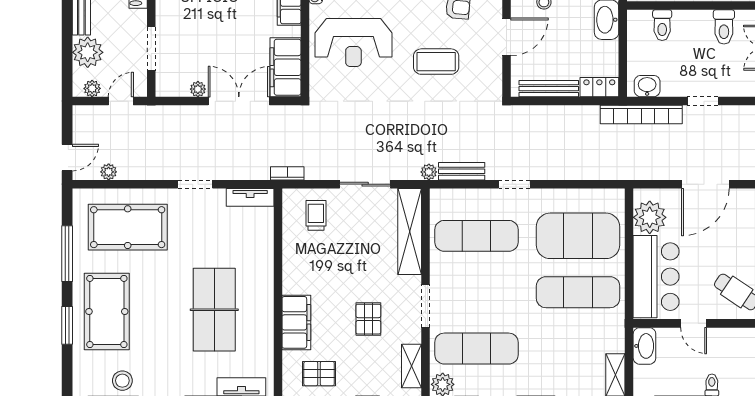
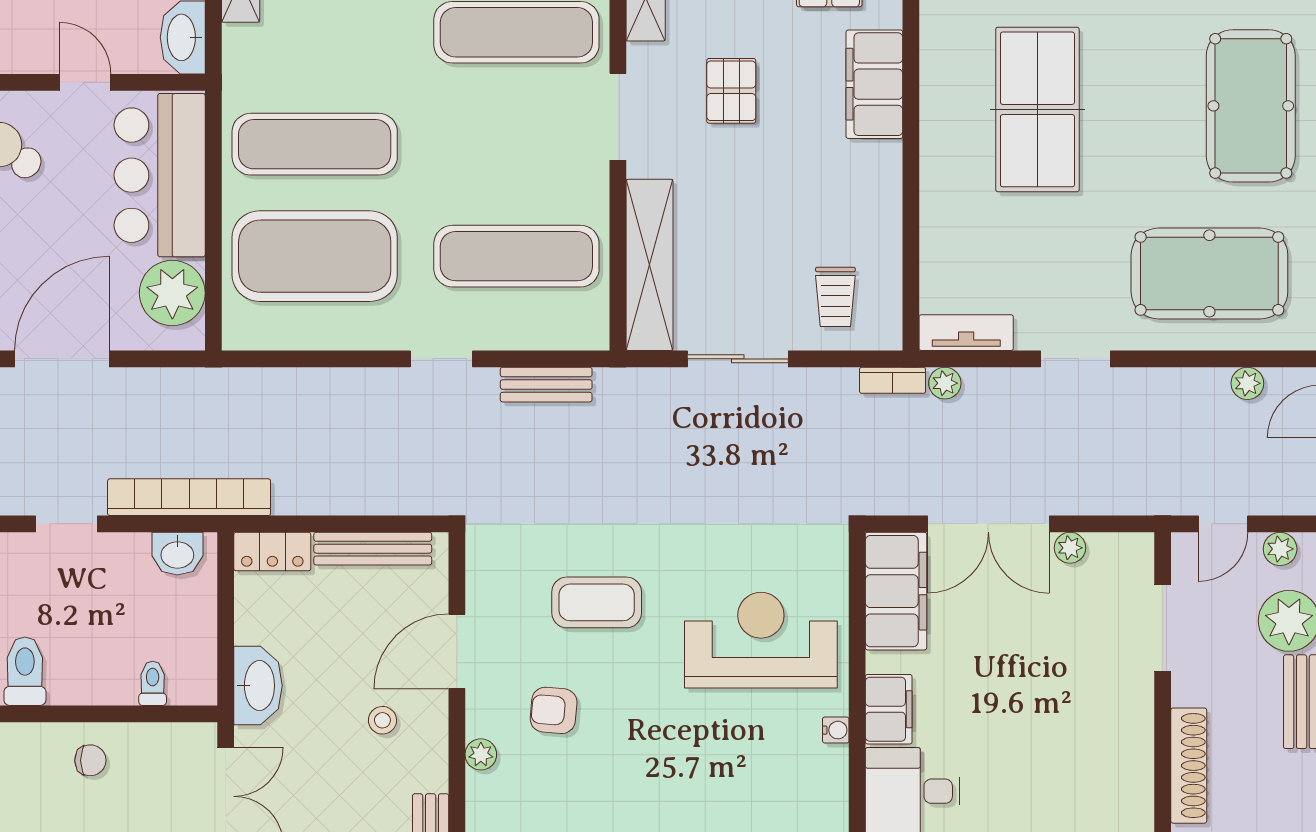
toilet: (662, 25) -> (153, 683), width x0.73, depth x0.72
plant: (429, 172) -> (945, 383), moved

